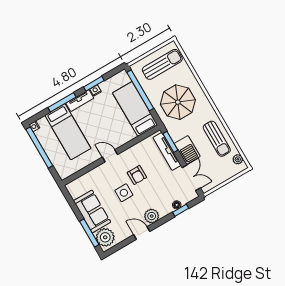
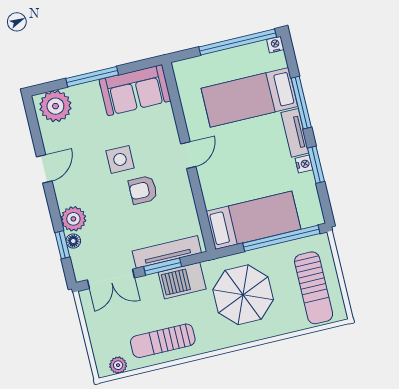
window: (170, 142) -> (163, 267), moved
barbecue: (187, 150) -> (182, 281), moved
sofa: (92, 211) -> (135, 90), moved
plant: (152, 216) -> (73, 219), moved
window: (89, 233) -> (92, 77), moved

